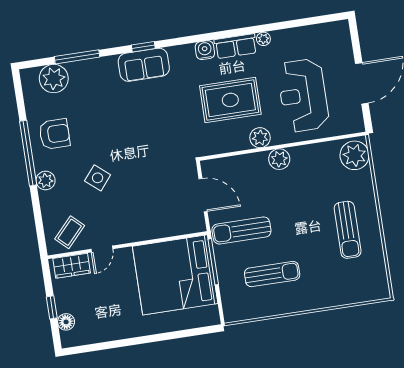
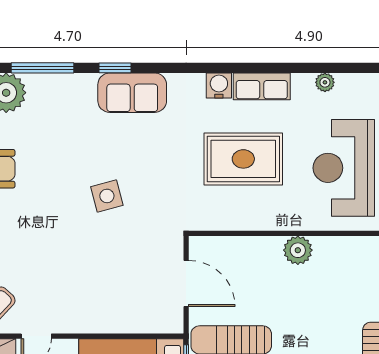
plant: (263, 39) -> (325, 82), moved
window: (143, 47) -> (115, 68), moved
plant: (260, 138) -> (276, 217), removed
side table: (98, 178) -> (107, 196), moved, turned 35

